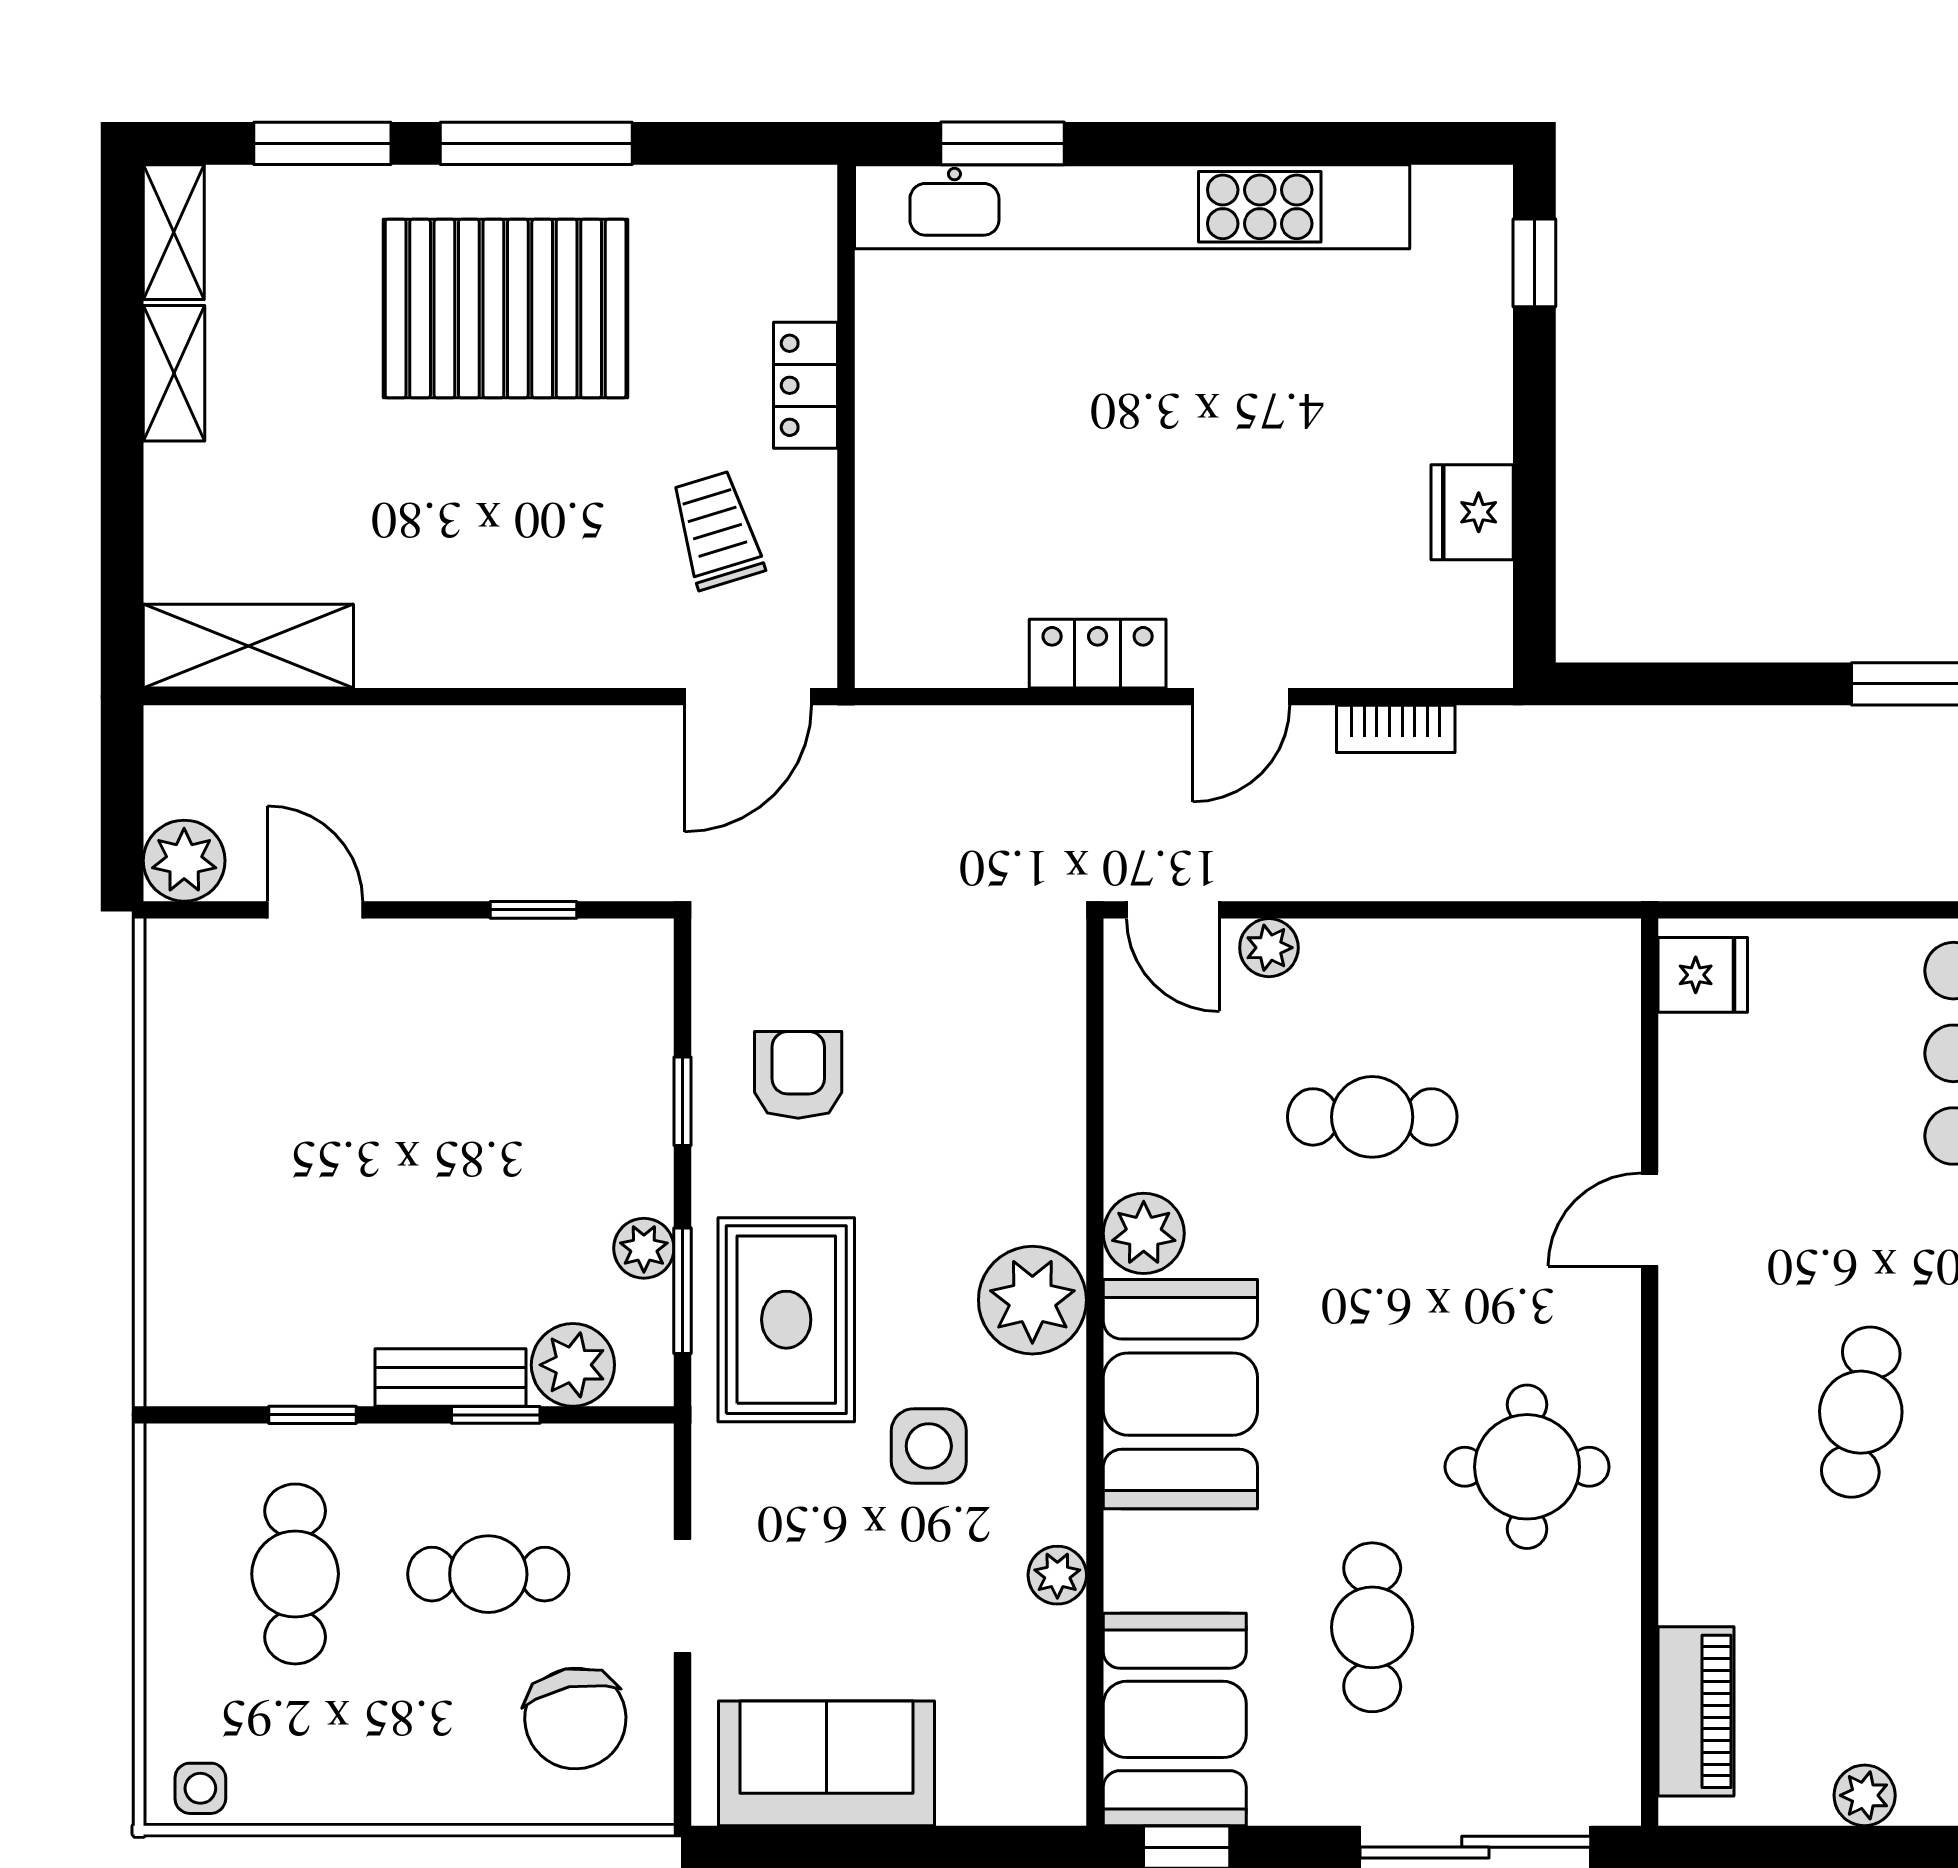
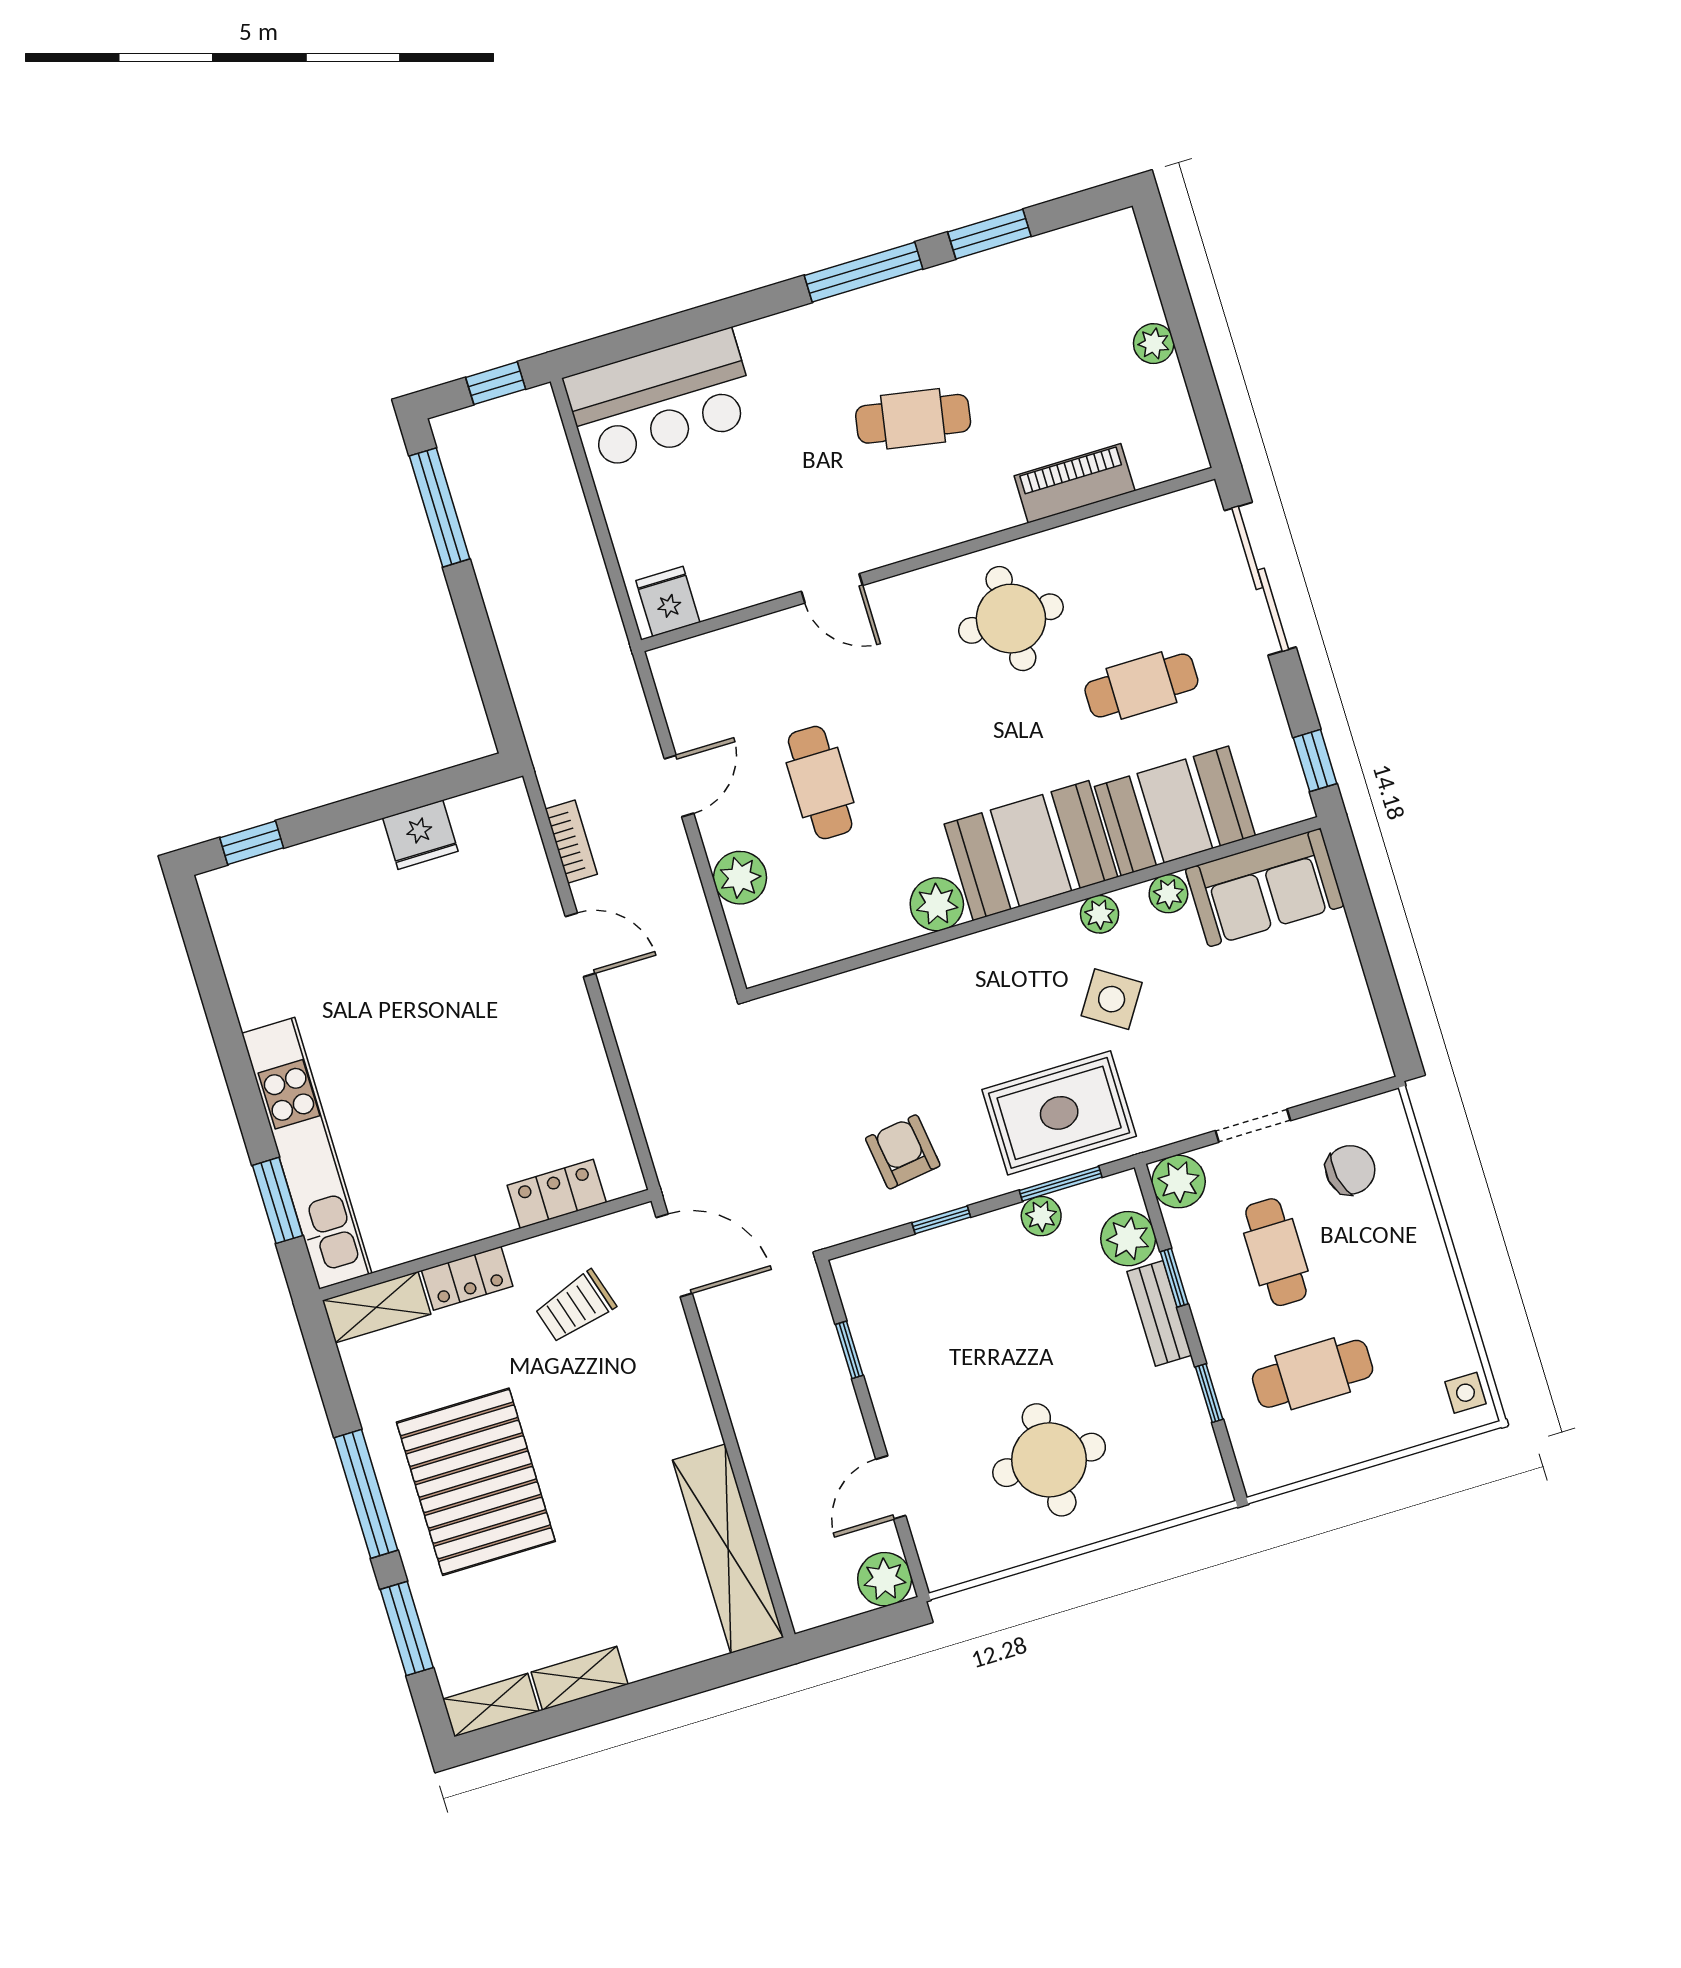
kitchen unit: (1132, 207) -> (307, 1153), width x0.73
shelving: (803, 241) -> (377, 1307), added
shelving: (248, 646) -> (728, 1549), width x1.47
locker: (1098, 654) -> (557, 1194), moved, turned 90
door: (1173, 910) -> (679, 786), moved
plant: (1269, 948) -> (740, 878), width x1.38, depth x1.38
armchair: (798, 1075) -> (903, 1152), turned 82
round table: (286, 1153) -> (1049, 1460), added
plant: (1032, 1300) -> (1100, 914), moved, width x0.53, depth x0.53
side table: (929, 1446) -> (1112, 999), turned 33
plant: (634, 1463) -> (1179, 1182), added
piano: (1696, 1711) -> (1075, 483), moved
chair: (575, 1719) -> (1350, 1170), width x0.73, depth x0.73
booth: (1175, 1719) -> (1175, 811), moved
sofa: (826, 1763) -> (1265, 888), moved, turned -90

